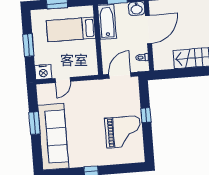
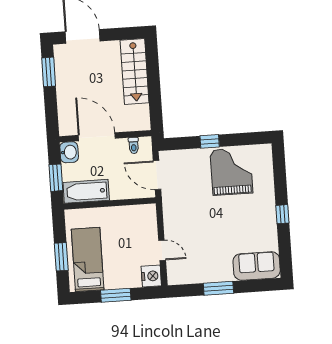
bed: (71, 29) -> (88, 259), moved, turned 180
sofa: (53, 137) -> (257, 266), width x0.54, depth x0.79

